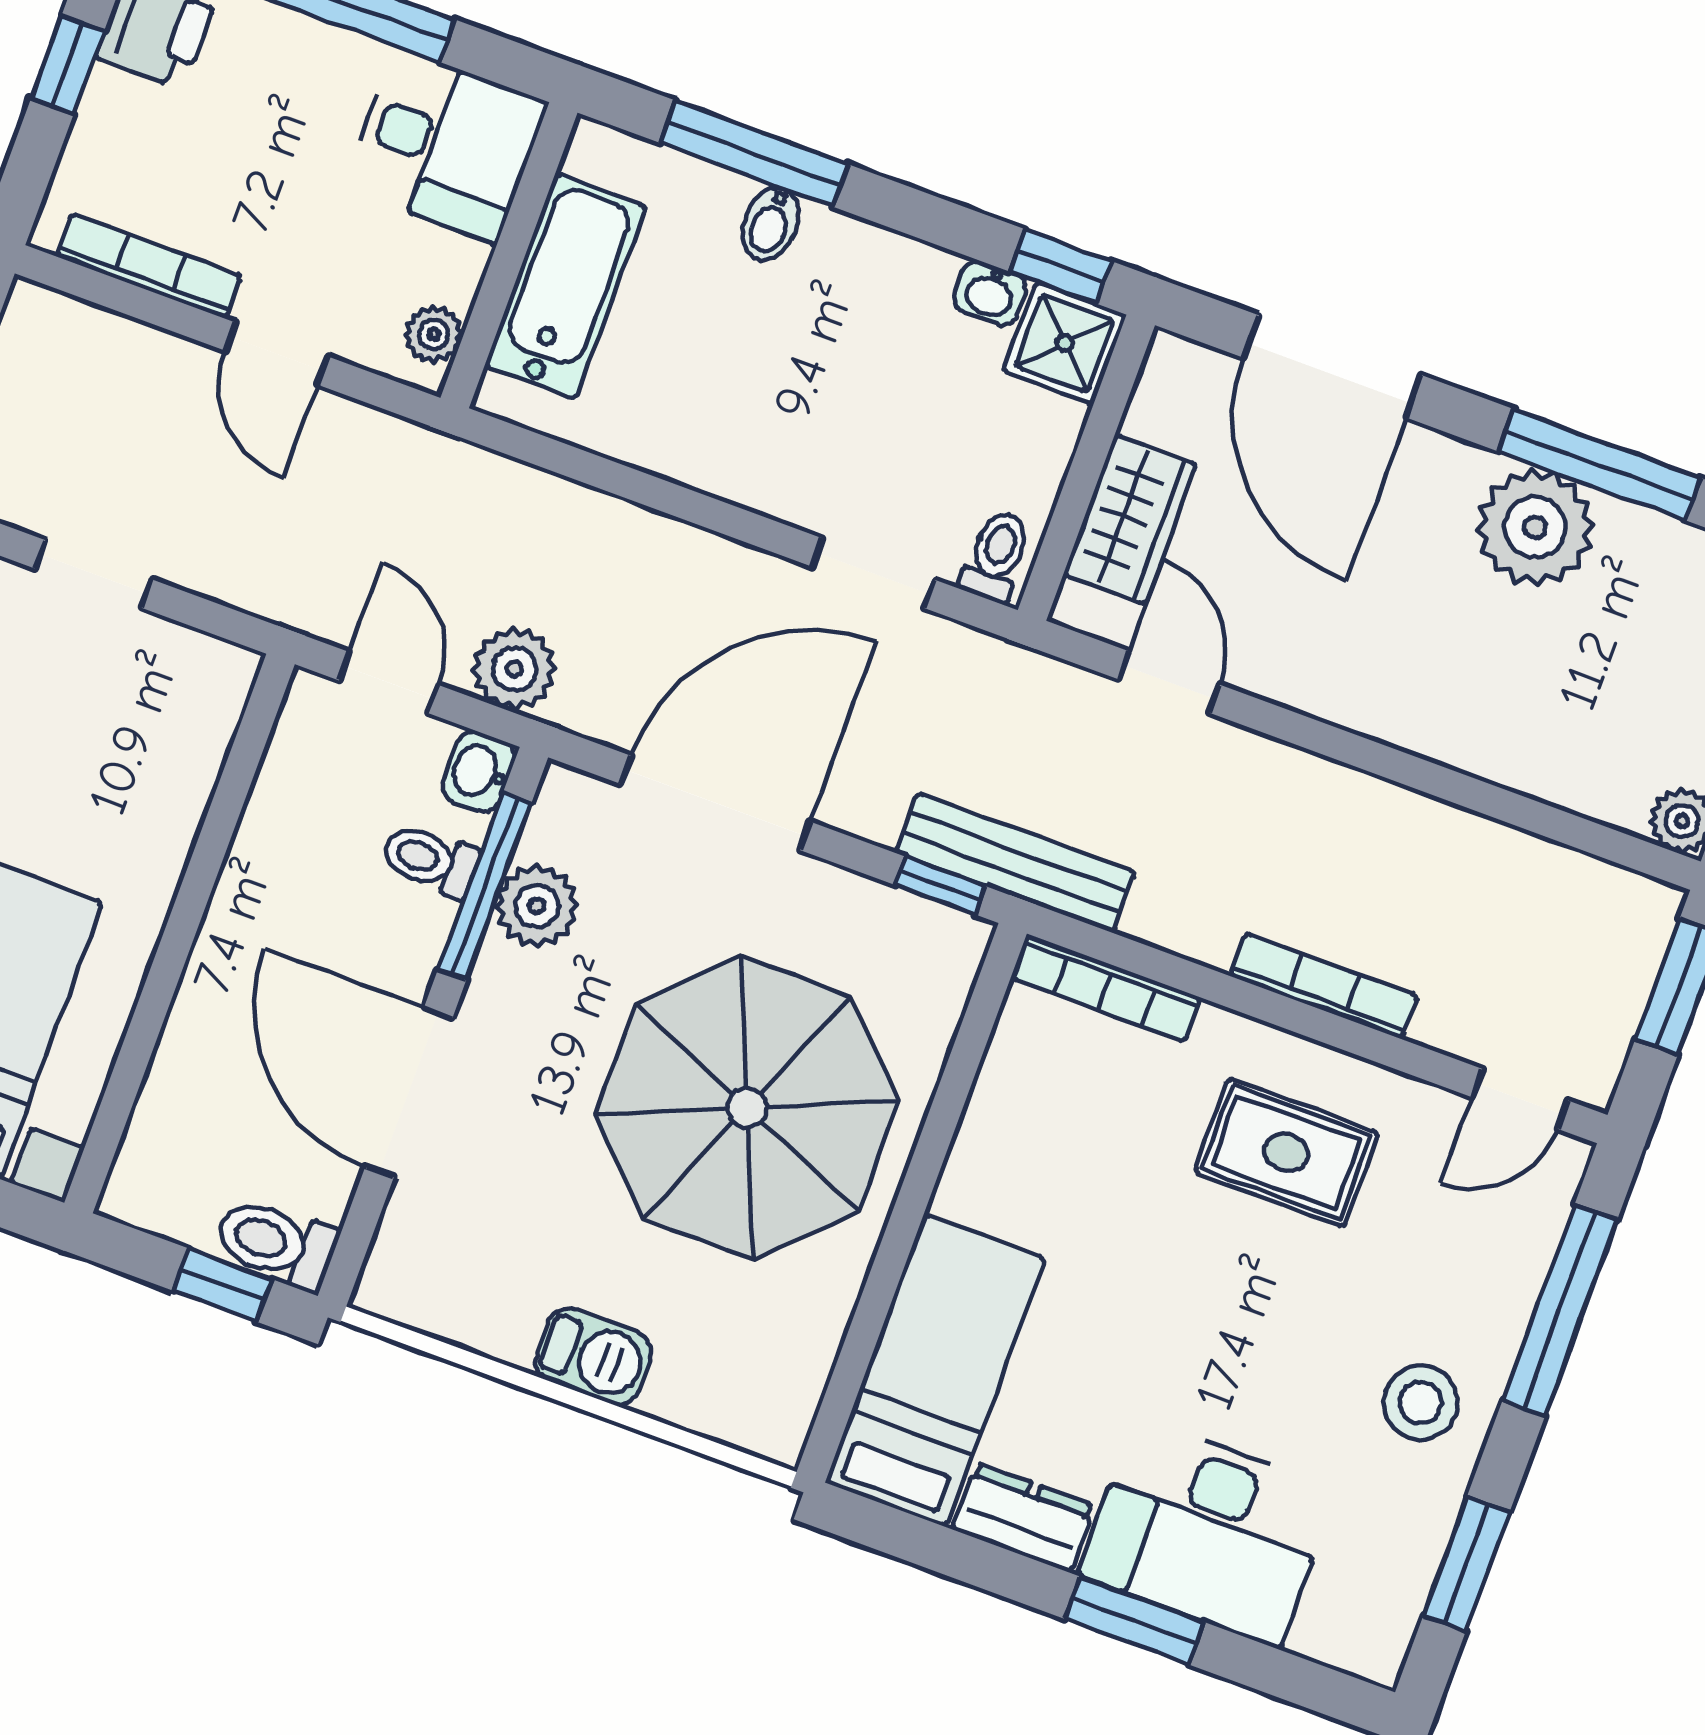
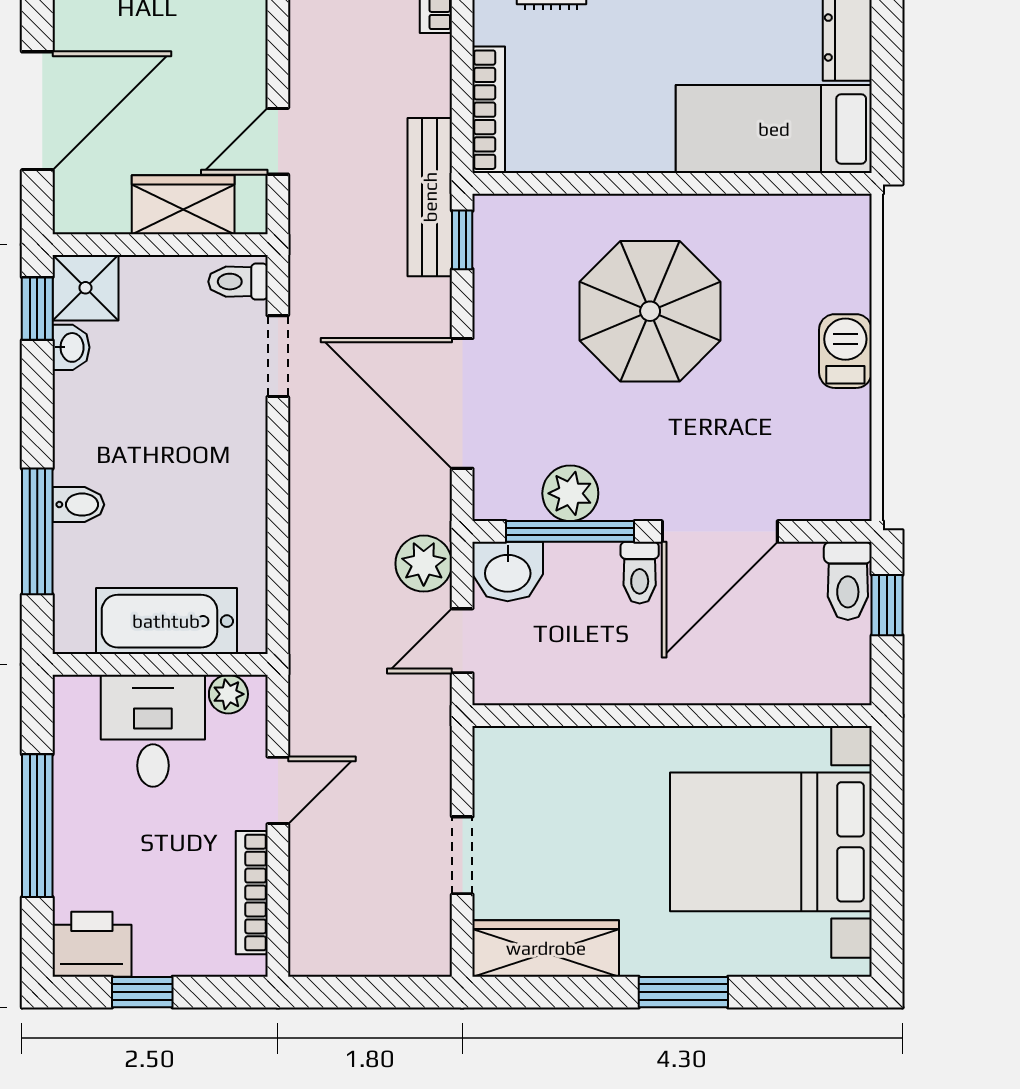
desk: (446, 145) -> (153, 731), moved
washbasin: (479, 772) -> (508, 571), width x1.38, depth x1.45
toilet: (430, 860) -> (640, 573), moved
parasol: (747, 1108) -> (650, 311), width x0.73, depth x0.73

